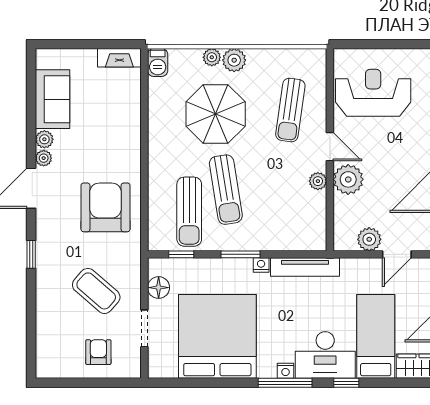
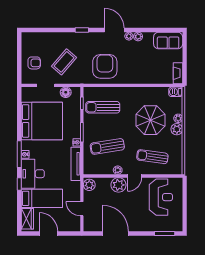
sofa: (53, 99) -> (168, 40), moved
sun lounger: (226, 190) -> (107, 146), moved
armchair: (106, 207) -> (105, 66), turned -90
plant: (369, 239) -> (89, 185), moved

